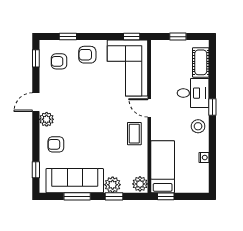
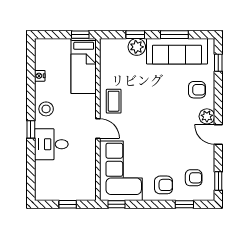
cot: (201, 62) -> (43, 177), removed
door: (36, 102) -> (218, 135), swing flipped
plant: (140, 184) -> (108, 48), removed

